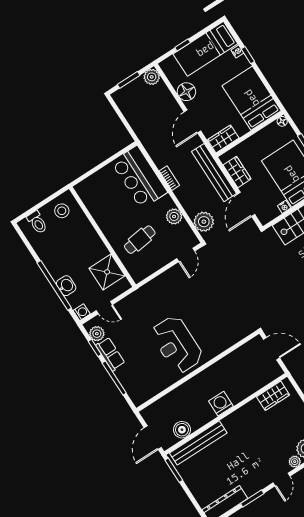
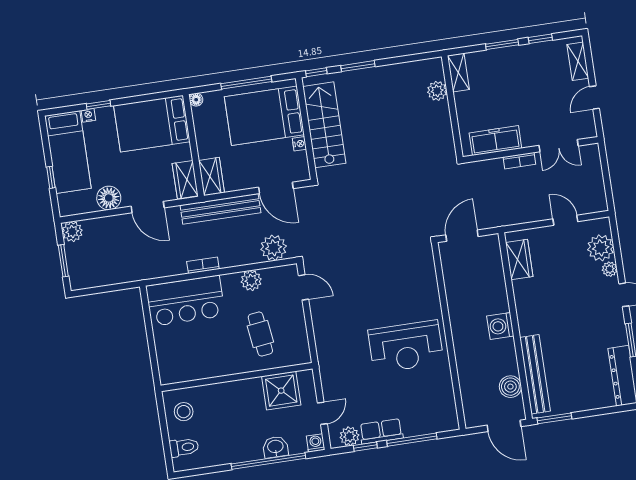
wardrobe: (237, 172) -> (212, 176), moved, turned 90

